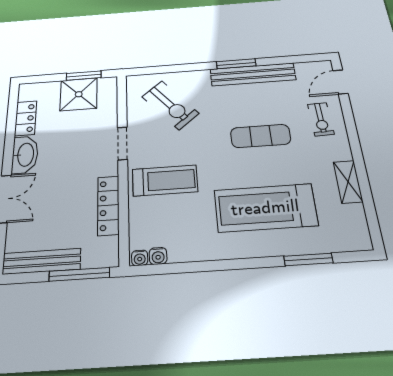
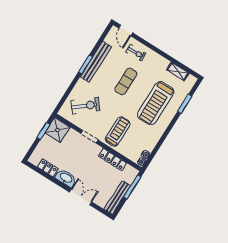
shower: (79, 94) -> (57, 130), moved
shelving: (348, 182) -> (178, 72), moved

